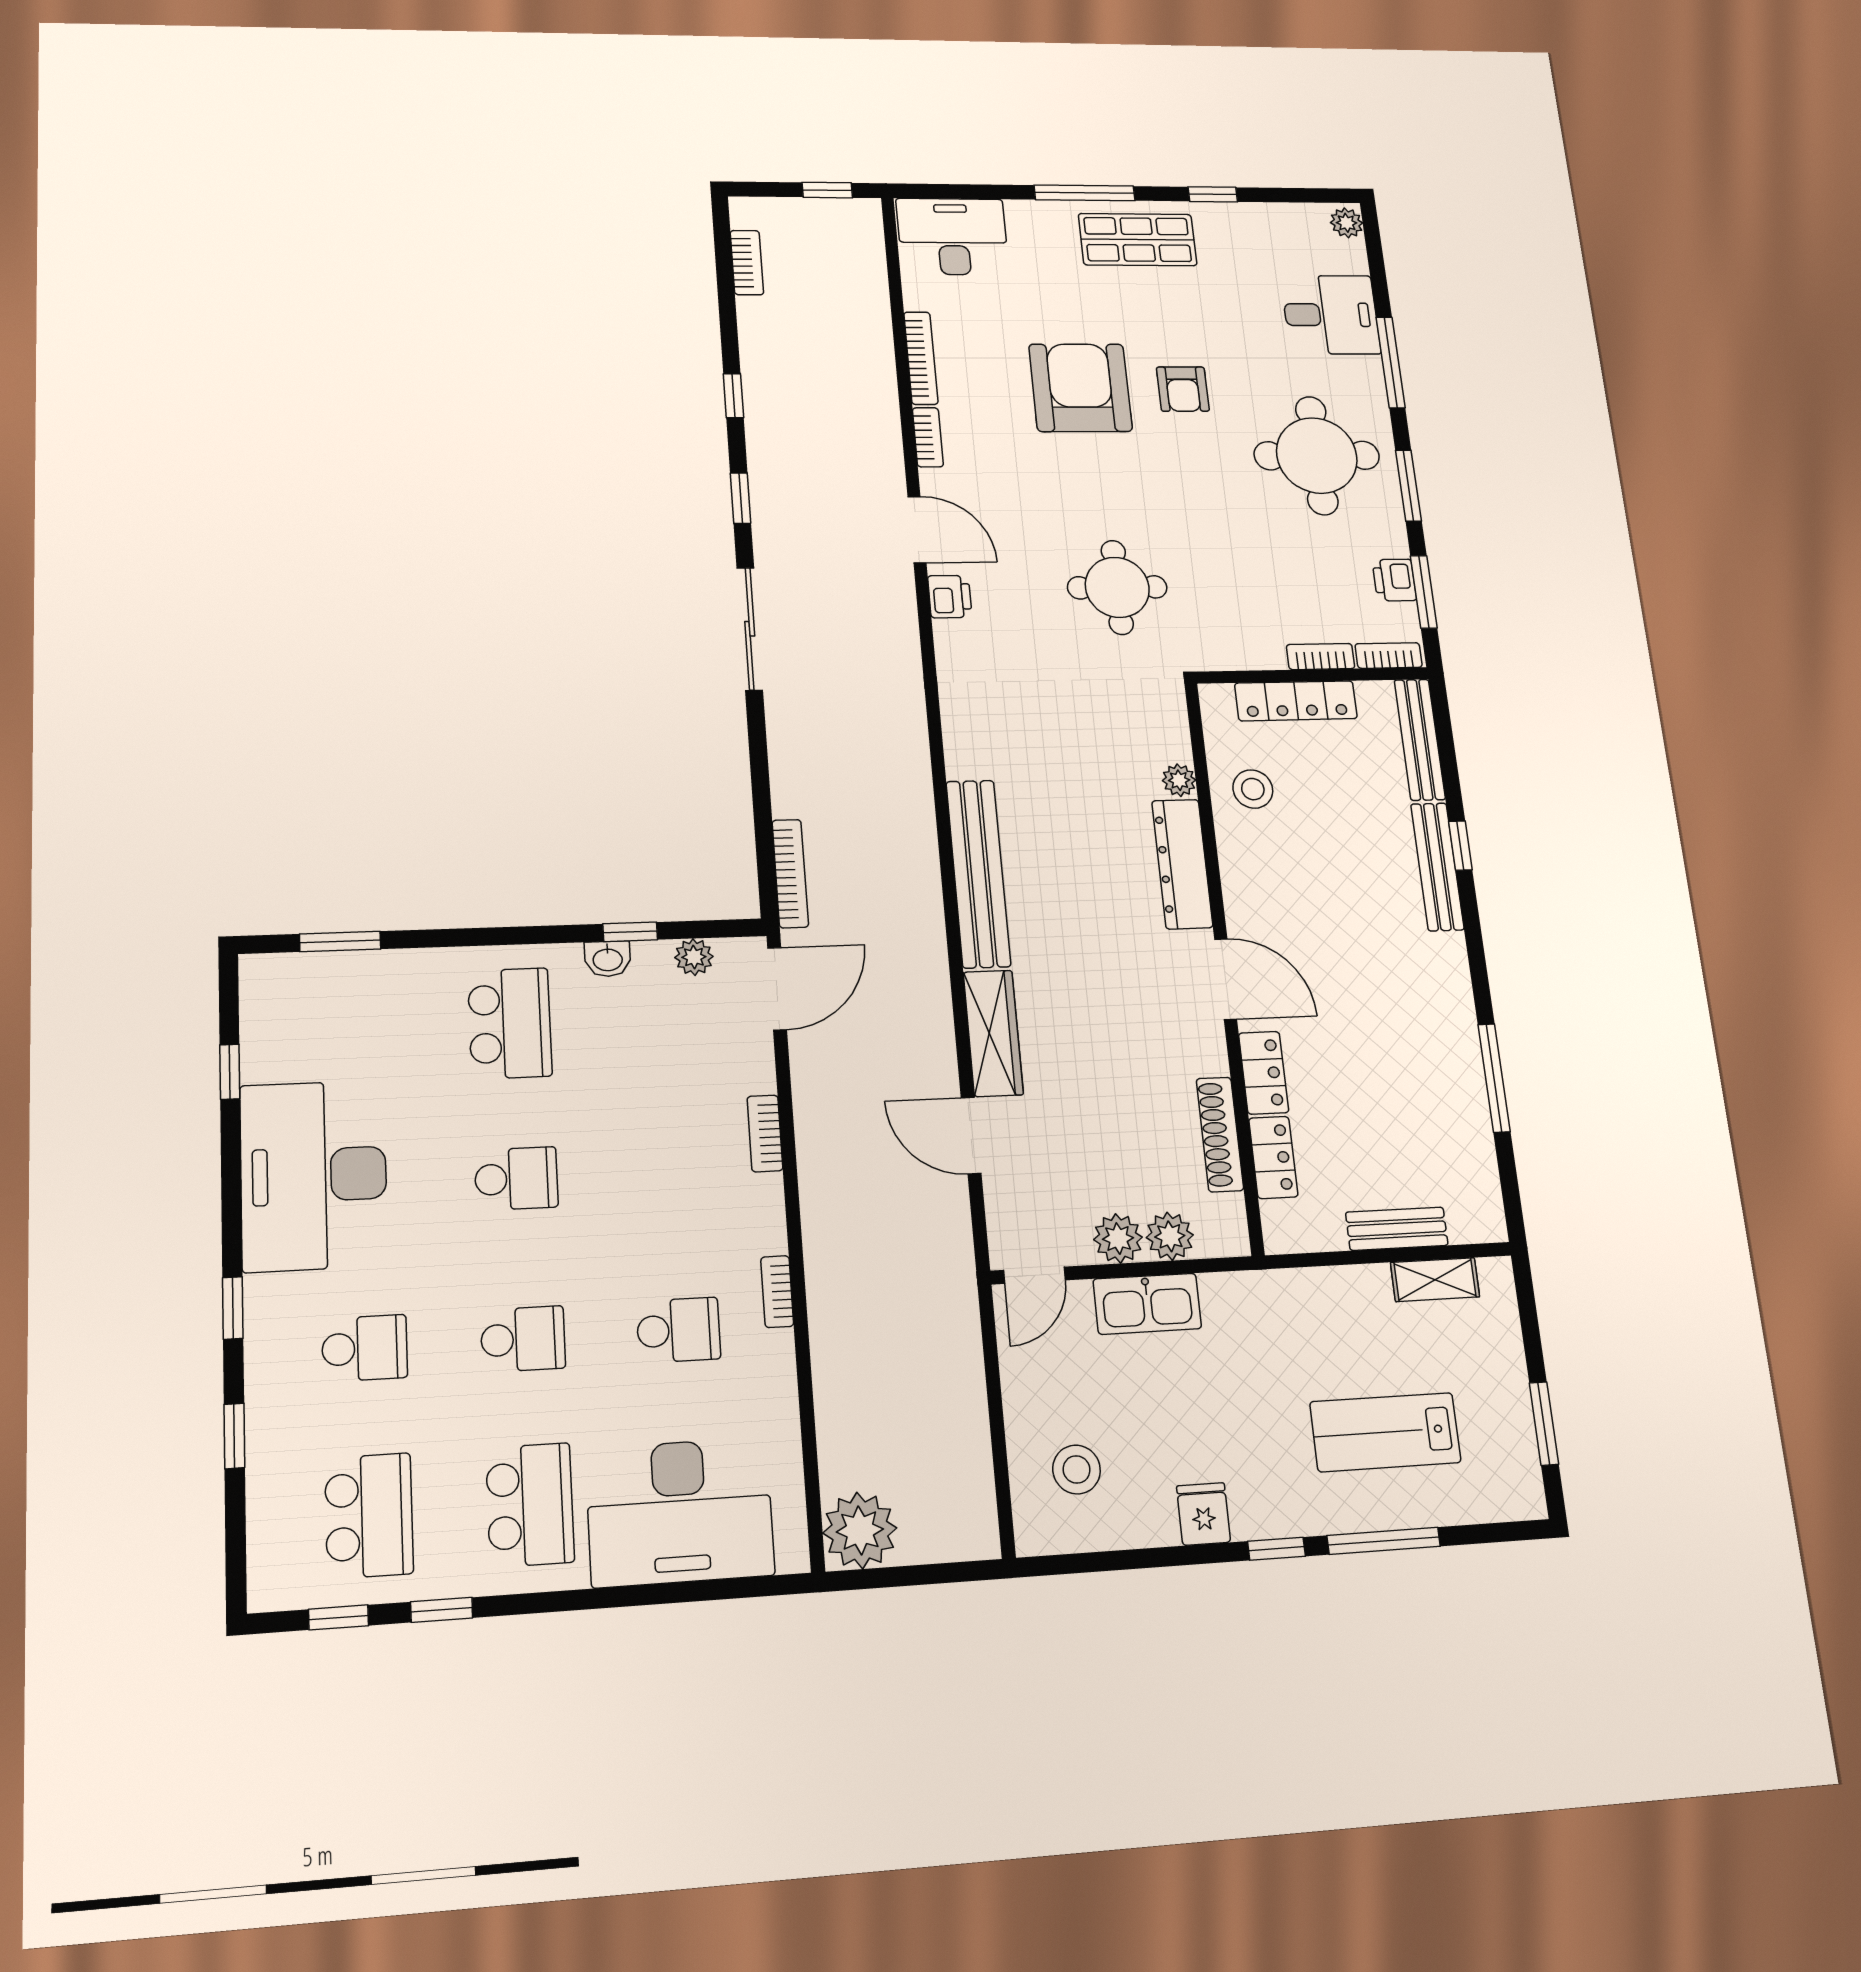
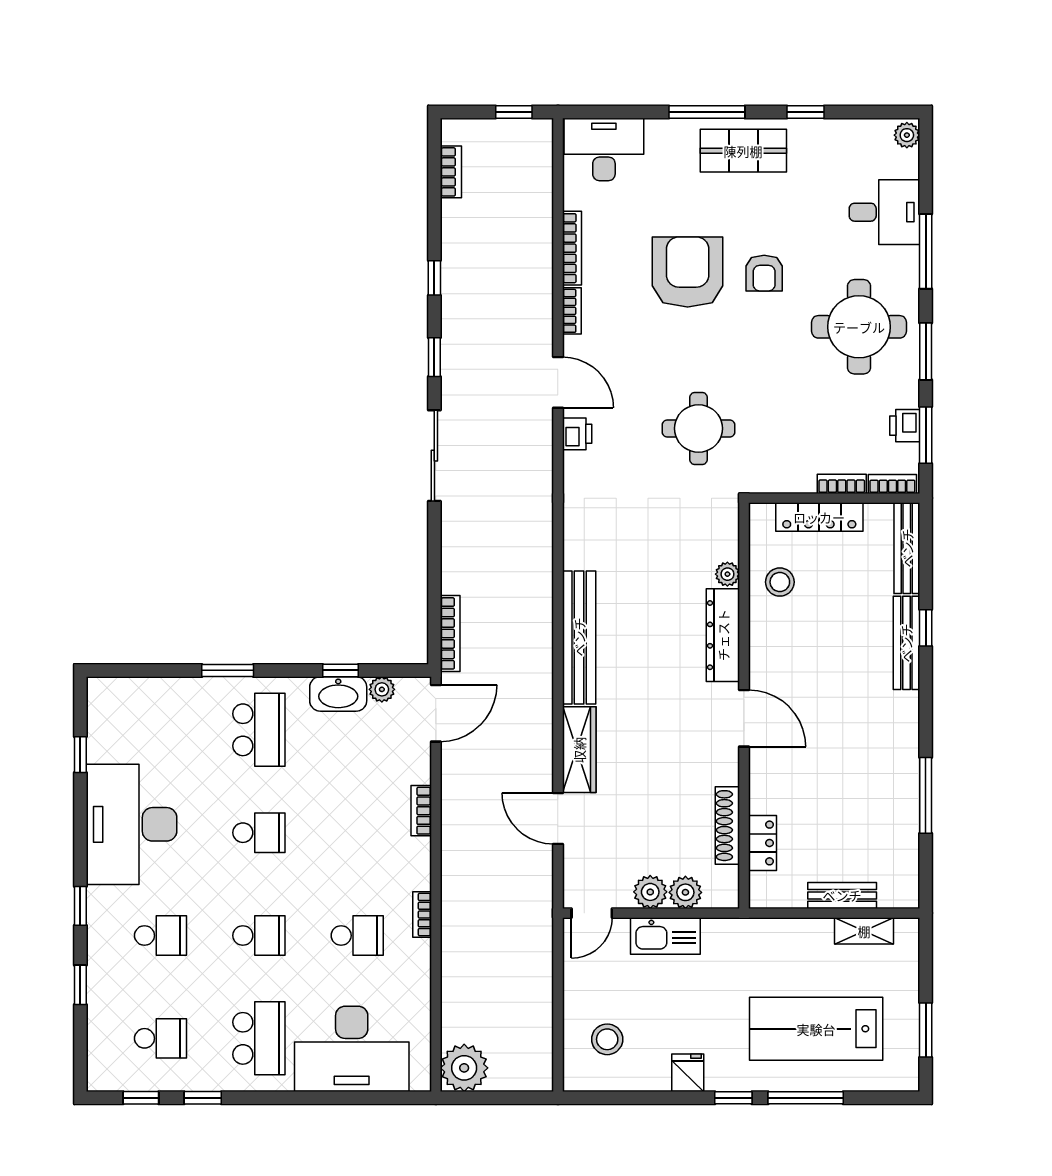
window: (340, 942) -> (228, 670), moved
washbasin: (608, 959) -> (338, 694), width x1.91, depth x1.45
locker: (1264, 1073) -> (763, 785), removed
lab bench: (1385, 1432) -> (816, 1029), width x1.36, depth x1.39
school desk: (369, 1516) -> (161, 1038), width x0.54

